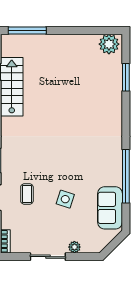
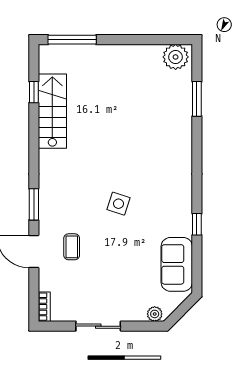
window: (126, 176) -> (197, 224), width x0.32
side table: (65, 199) -> (118, 204), moved
plant: (74, 247) -> (155, 314), moved

